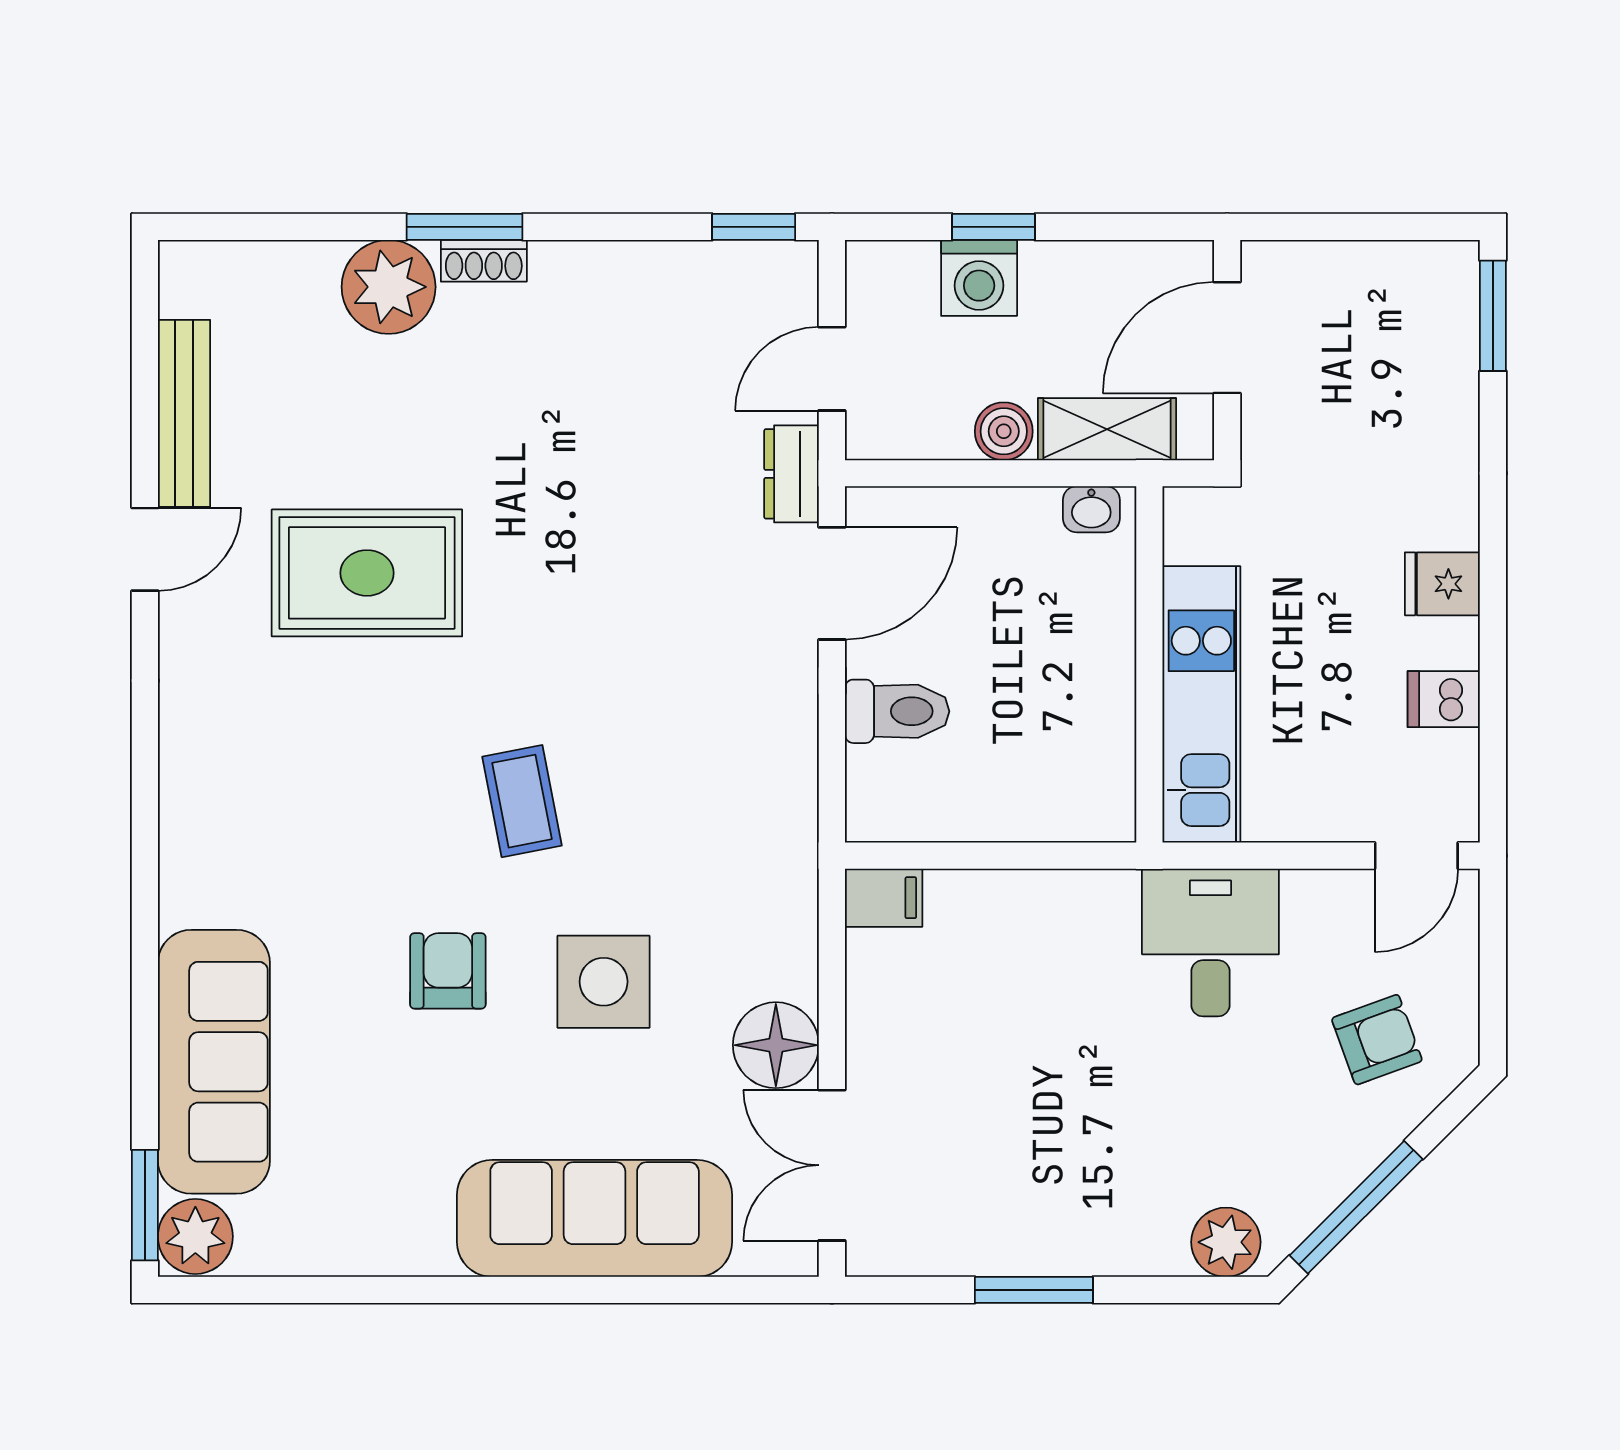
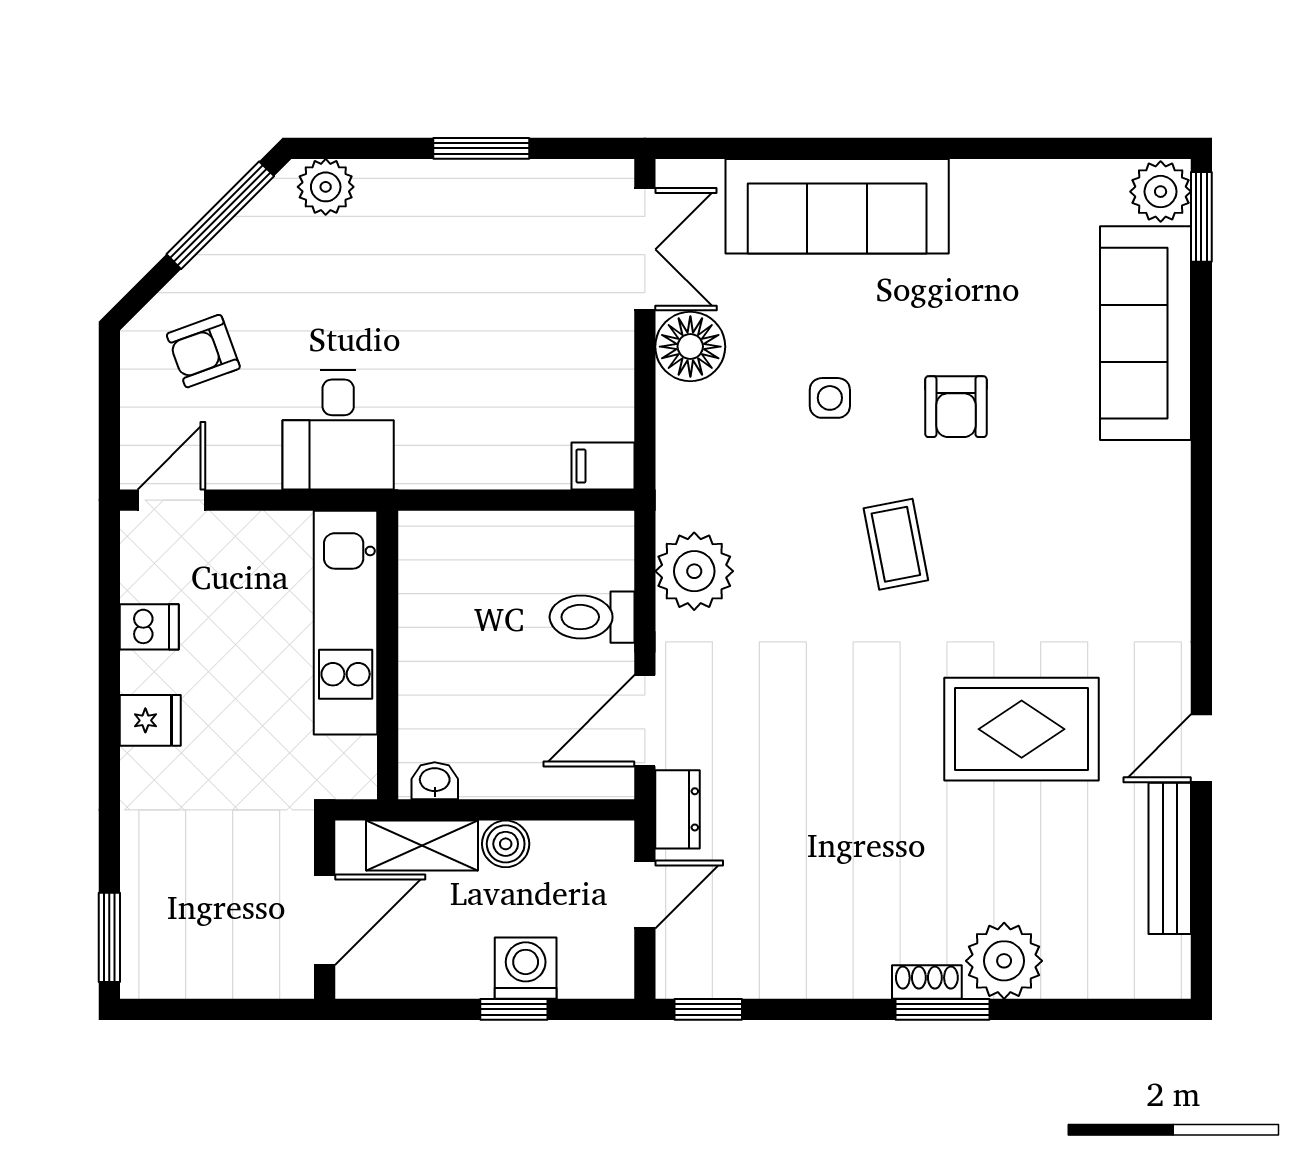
plant: (771, 768) -> (694, 571), added
side table: (604, 982) -> (830, 398), width x0.54, depth x0.54

